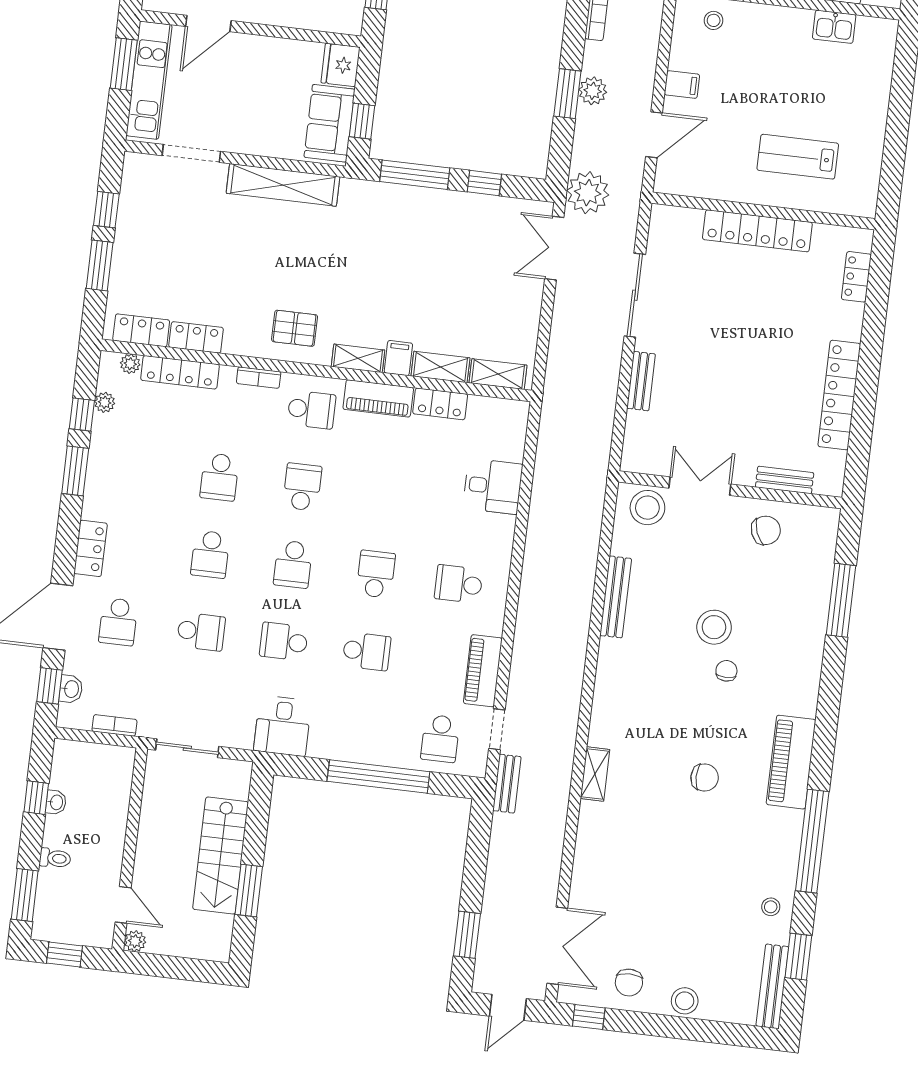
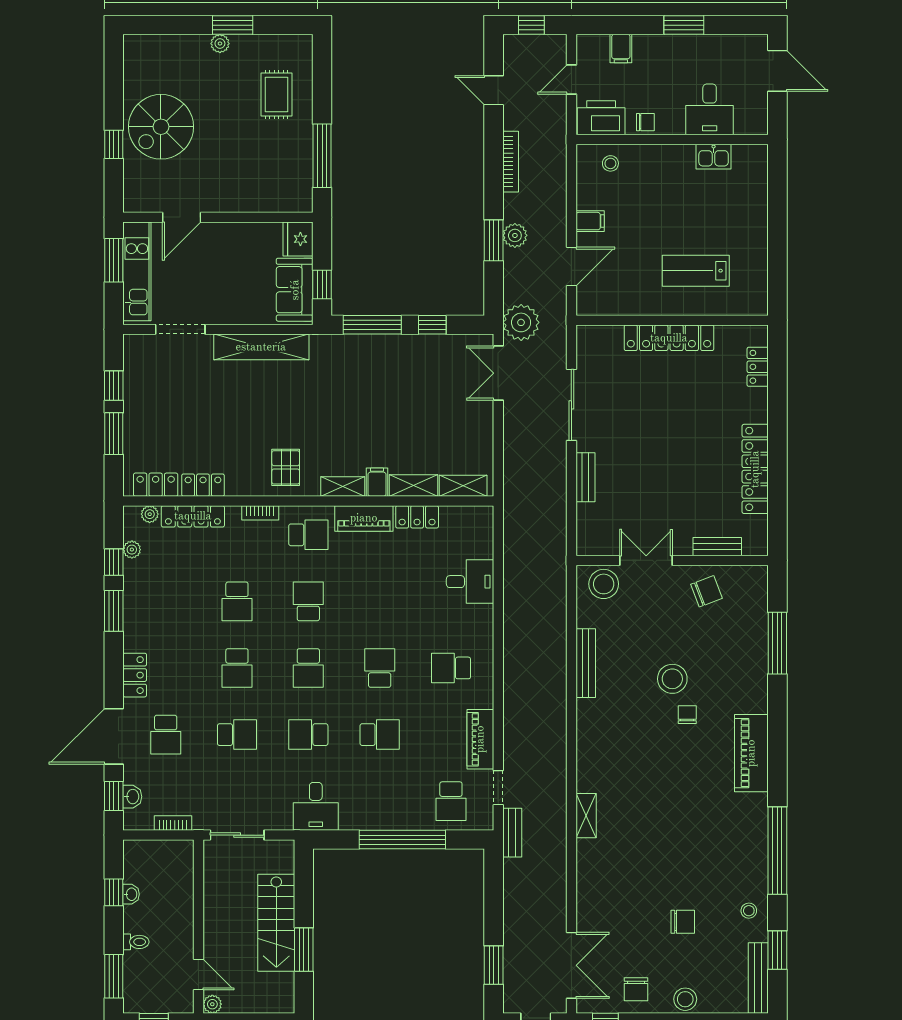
pallet: (295, 328) -> (286, 467), turned 90
piano: (791, 762) -> (751, 753), moved
chair: (705, 778) -> (683, 922), moved

